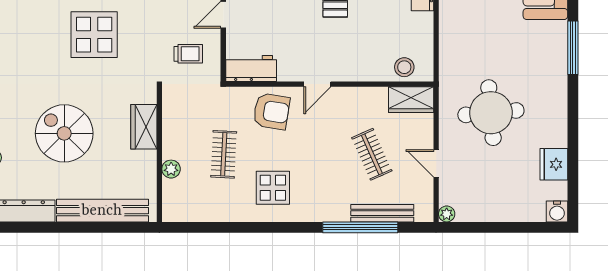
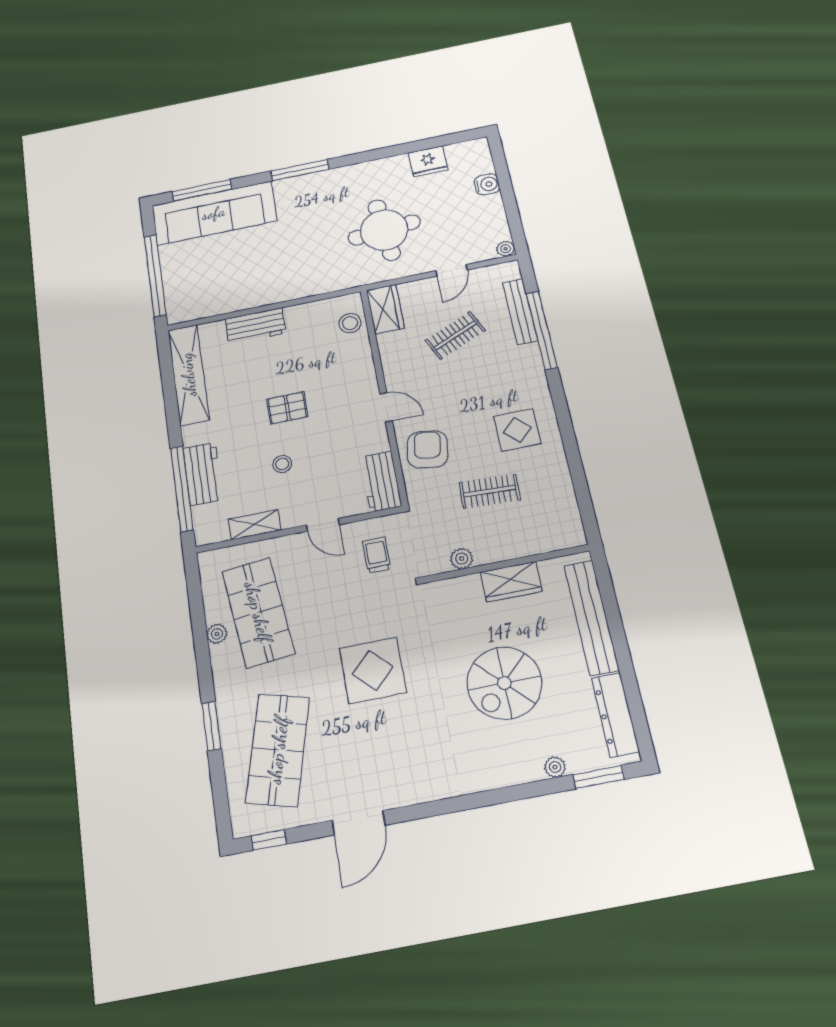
wardrobe: (144, 127) -> (511, 582), moved
plant: (171, 169) -> (462, 559), moved
water cooler: (557, 211) -> (487, 184), moved

